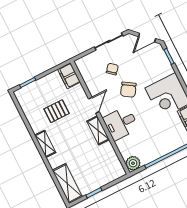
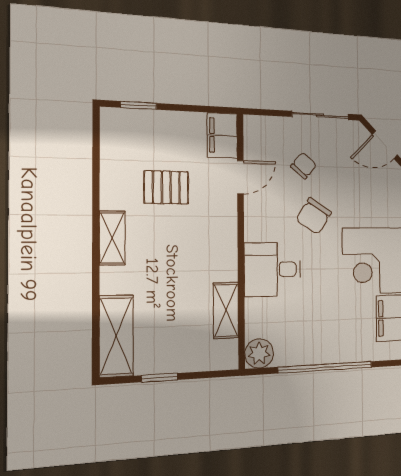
door: (94, 105) -> (240, 177), moved
shelving: (98, 130) -> (226, 310), moved

